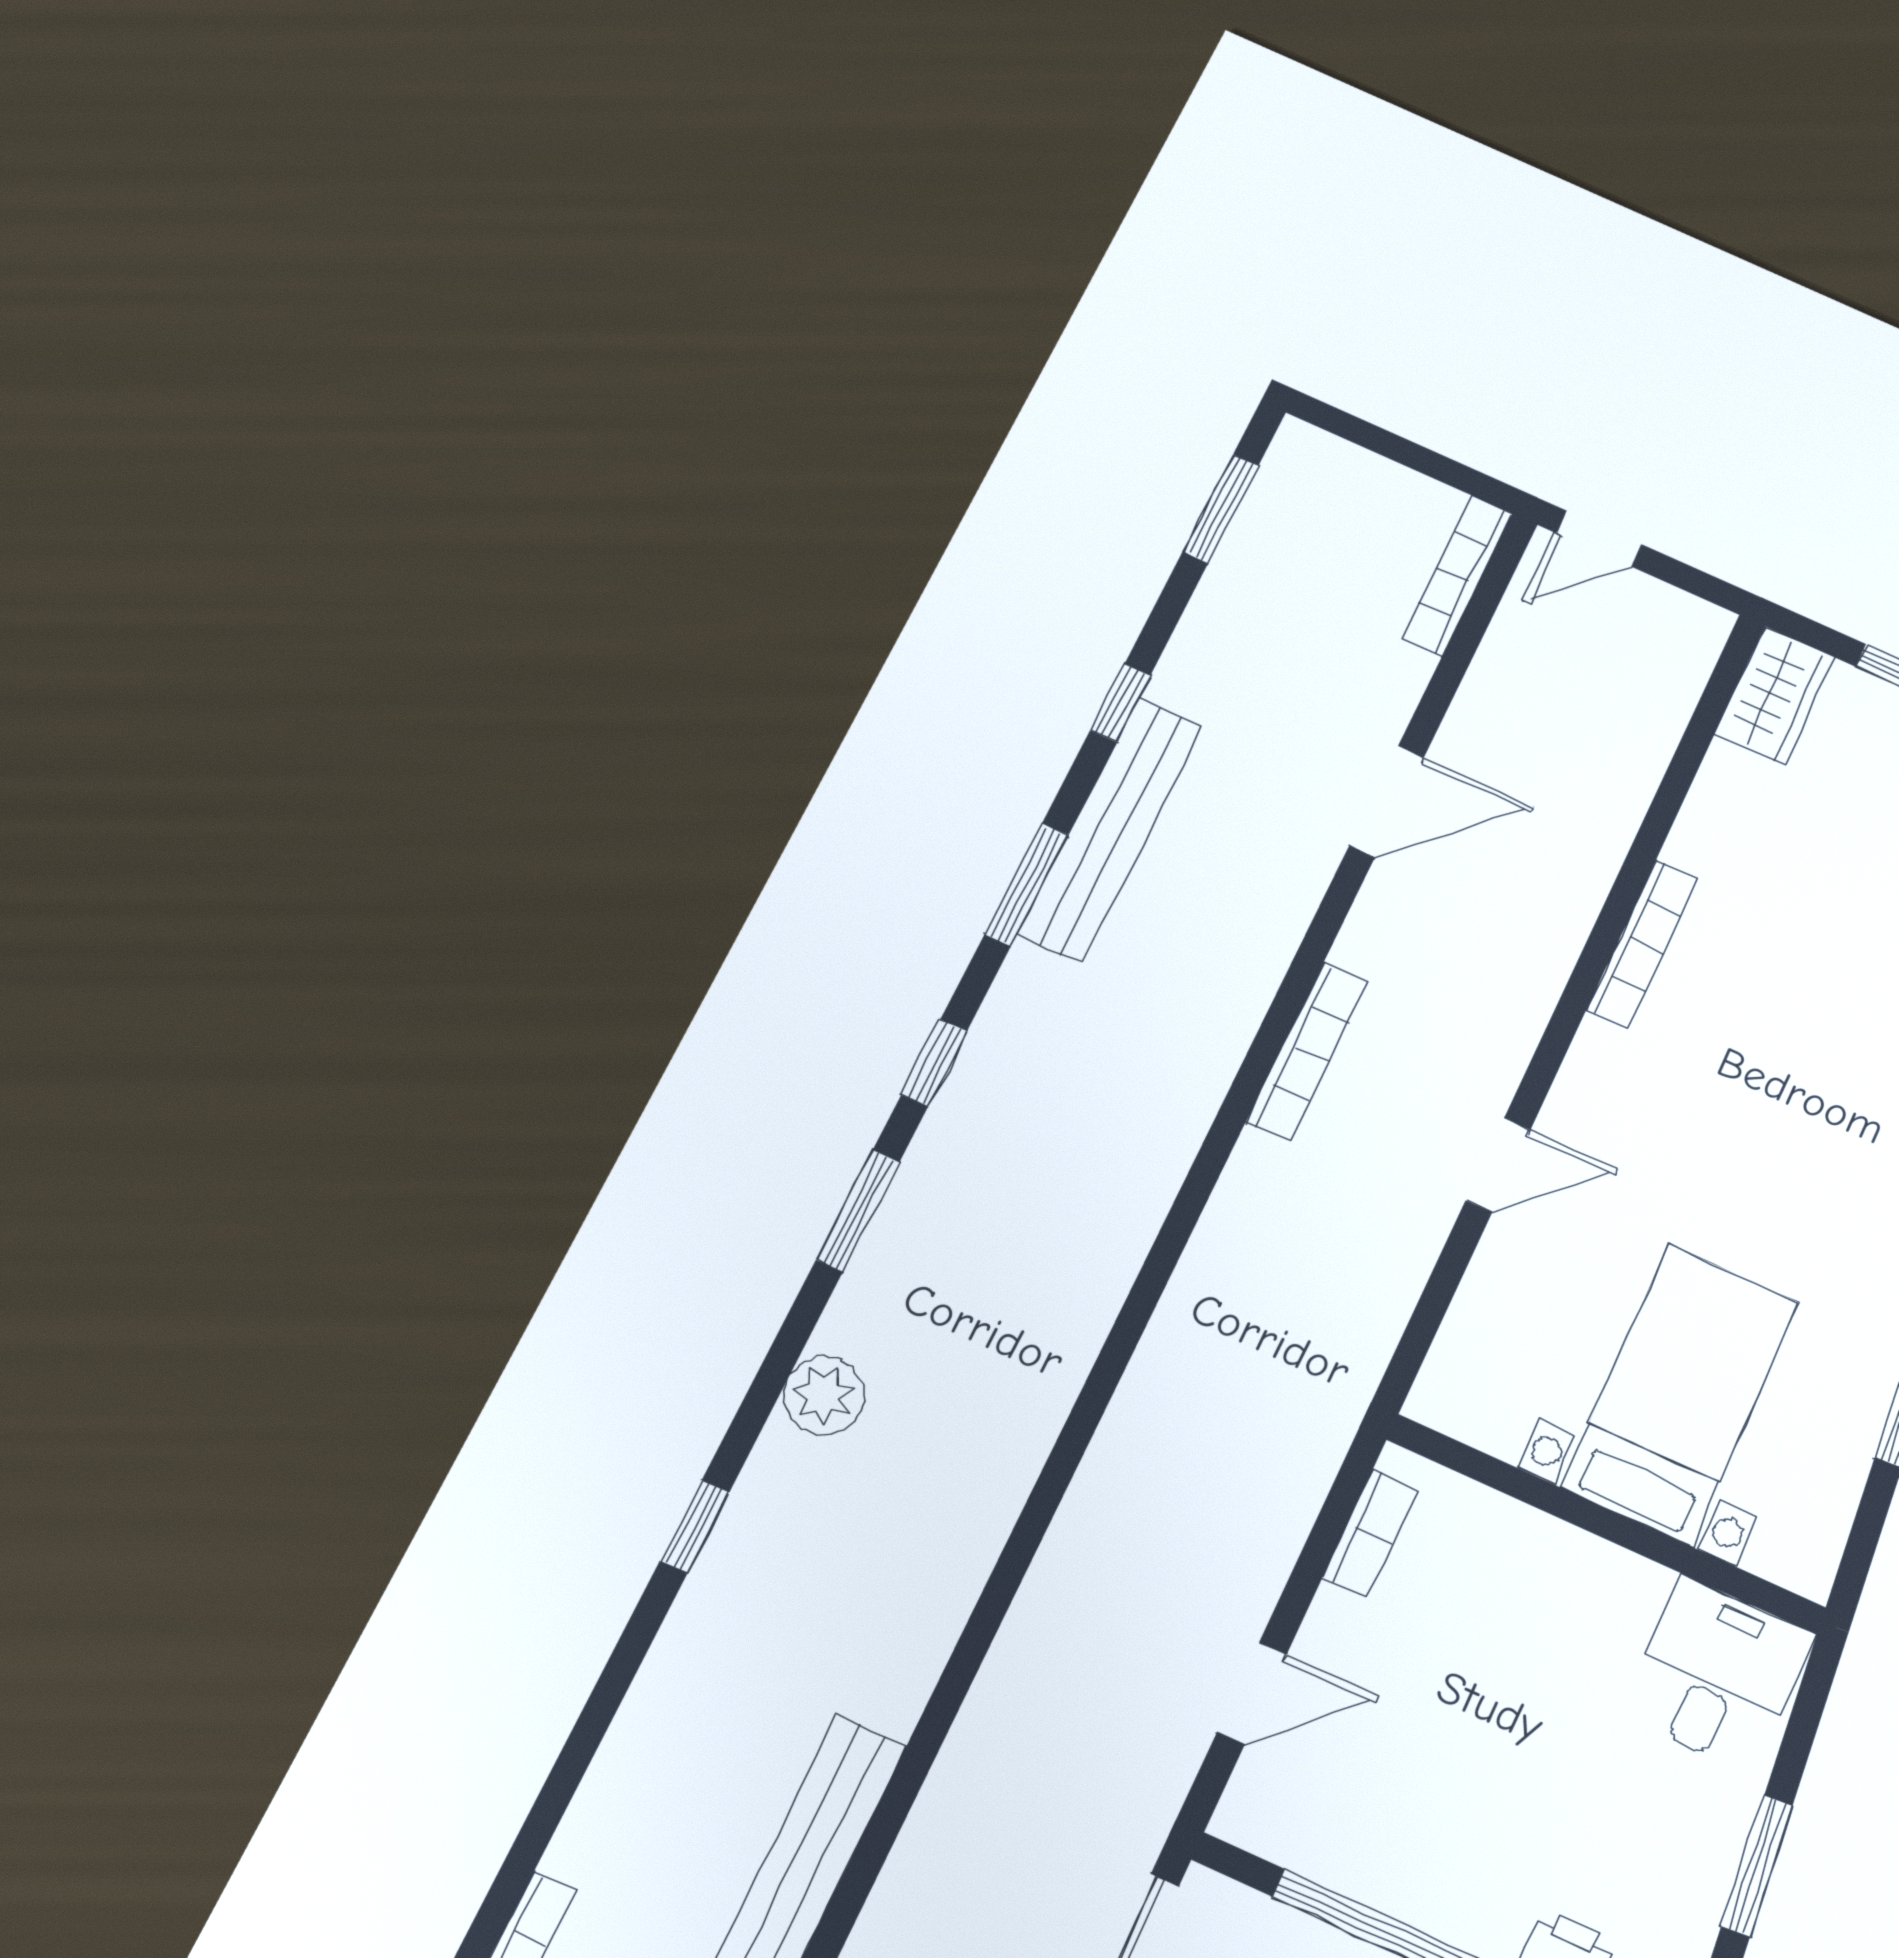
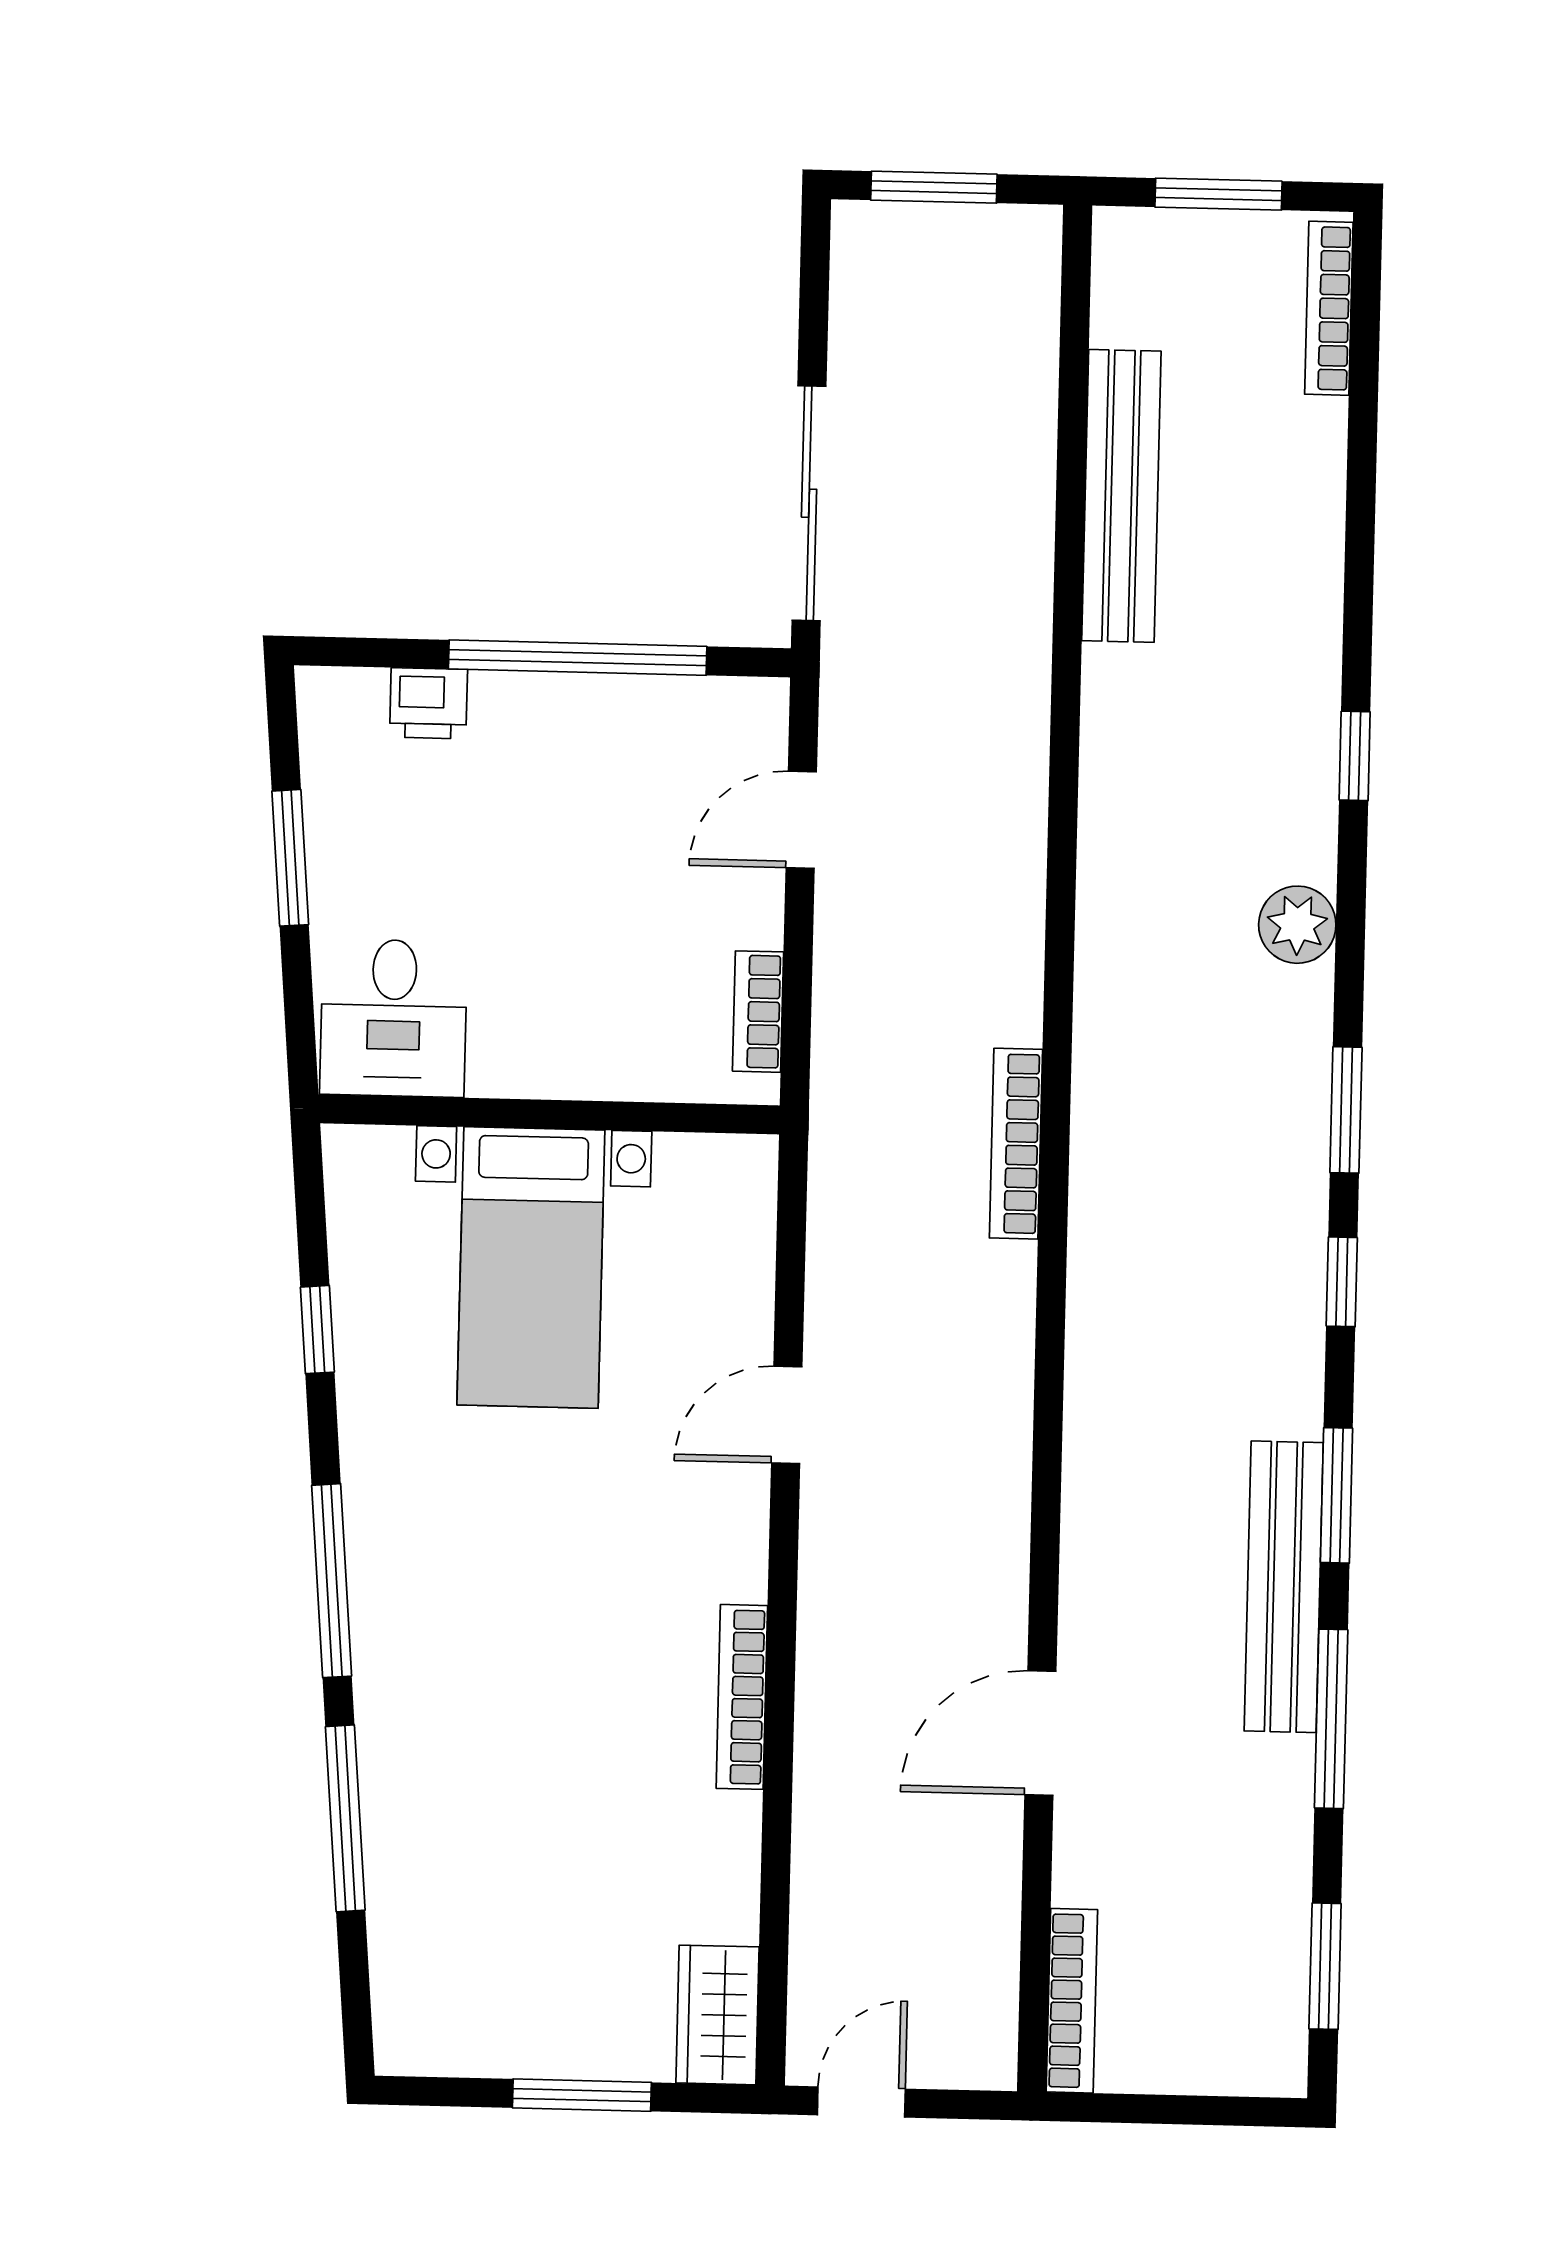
door: (1599, 539) -> (861, 2102), moved
window: (1120, 703) -> (1331, 1719), width x2.17
bookcase: (1307, 1052) -> (1016, 1144), moved

